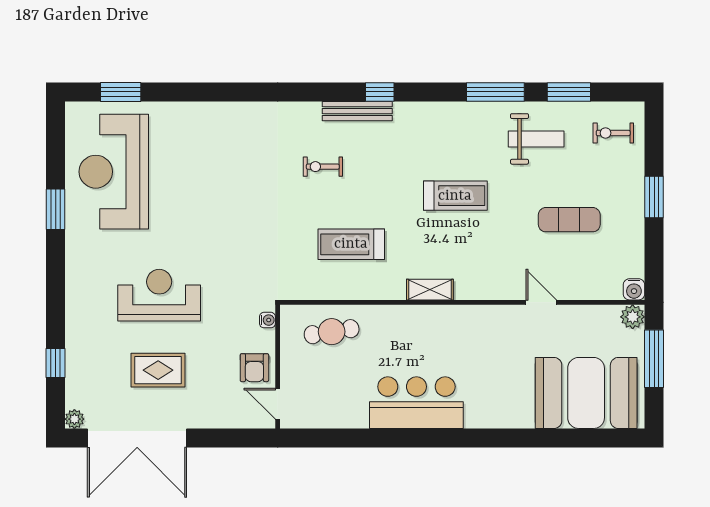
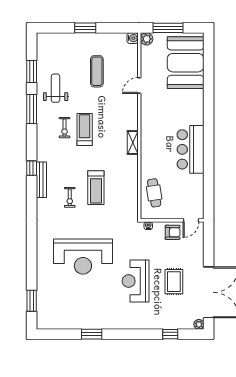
exercise bike: (613, 133) -> (65, 128), moved
reception desk: (114, 172) -> (83, 257), moved
treadmill: (351, 244) -> (96, 188), moved

